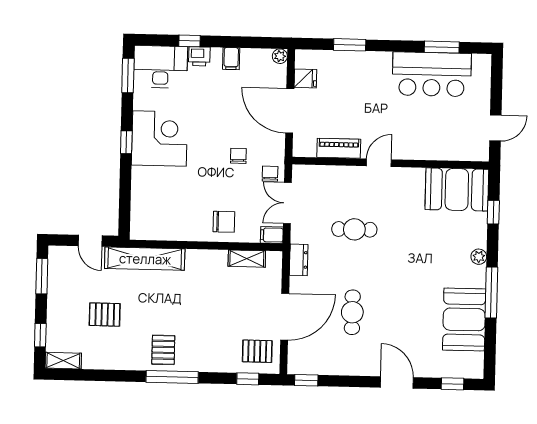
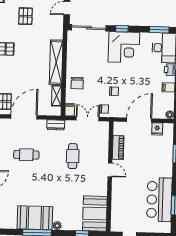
sliding door: (125, 201) -> (89, 28), added
shelving: (145, 259) -> (56, 62), moved
door: (285, 317) -> (24, 117), swing flipped
booth: (464, 319) -> (35, 218), moved

